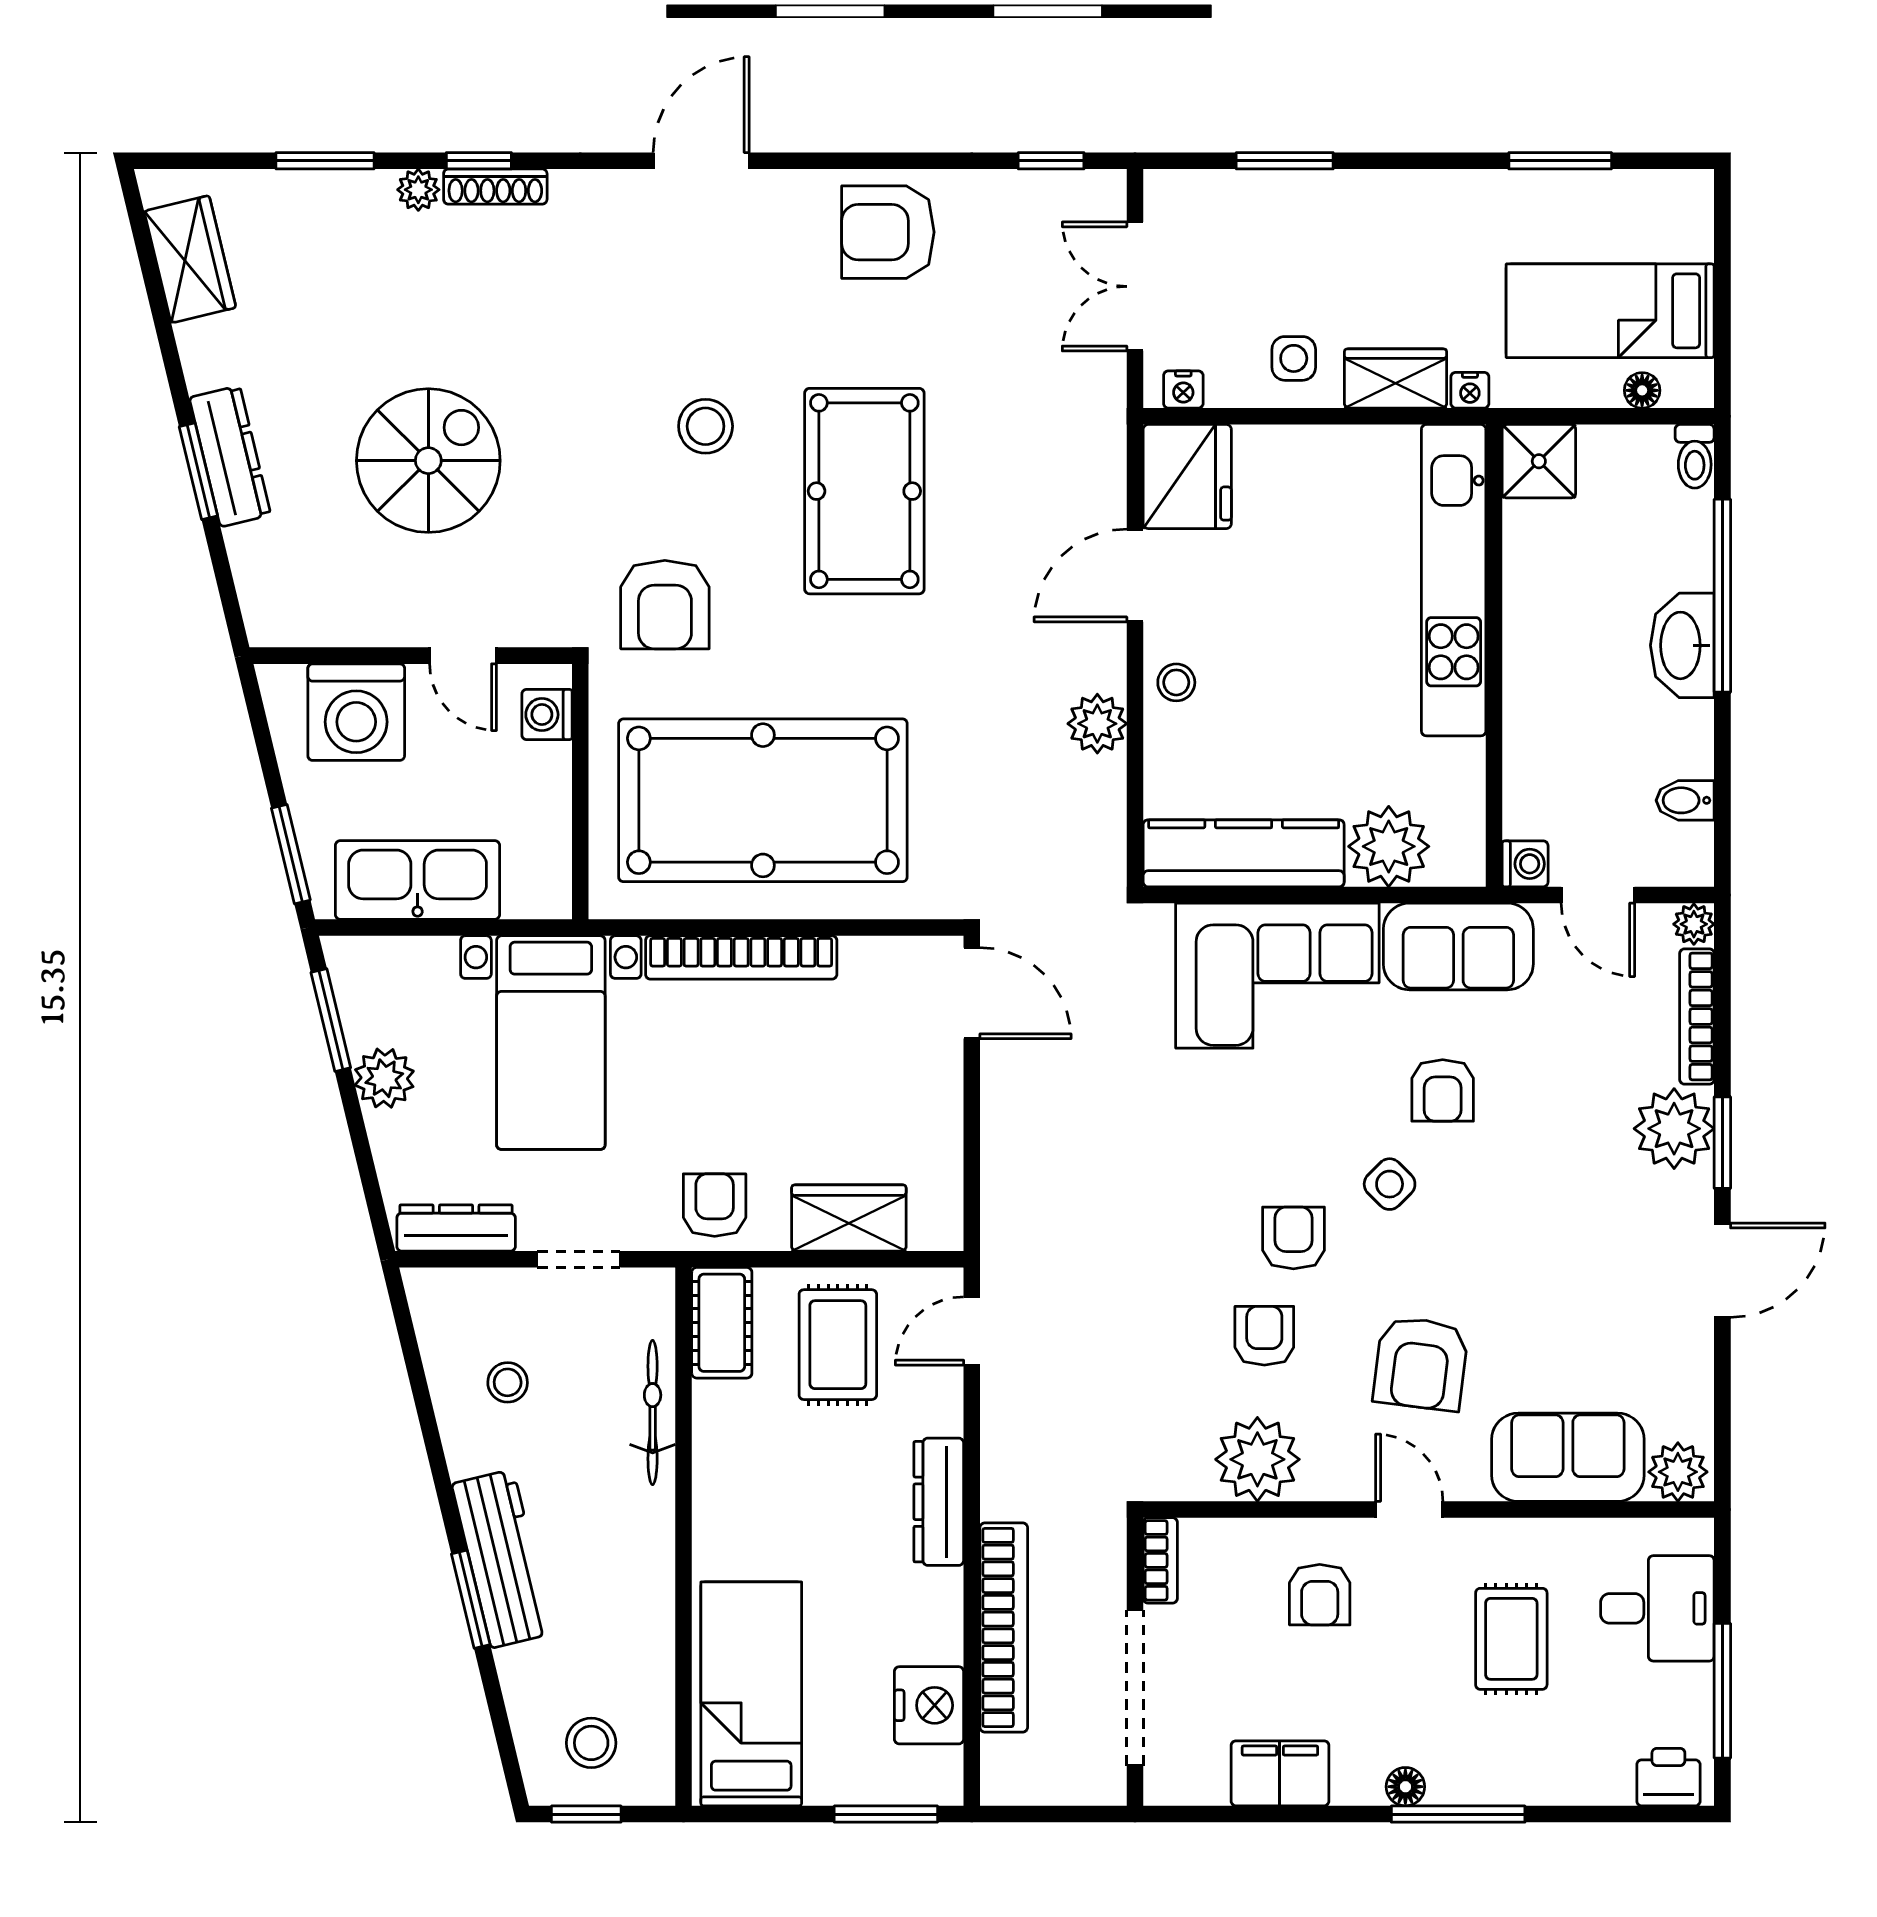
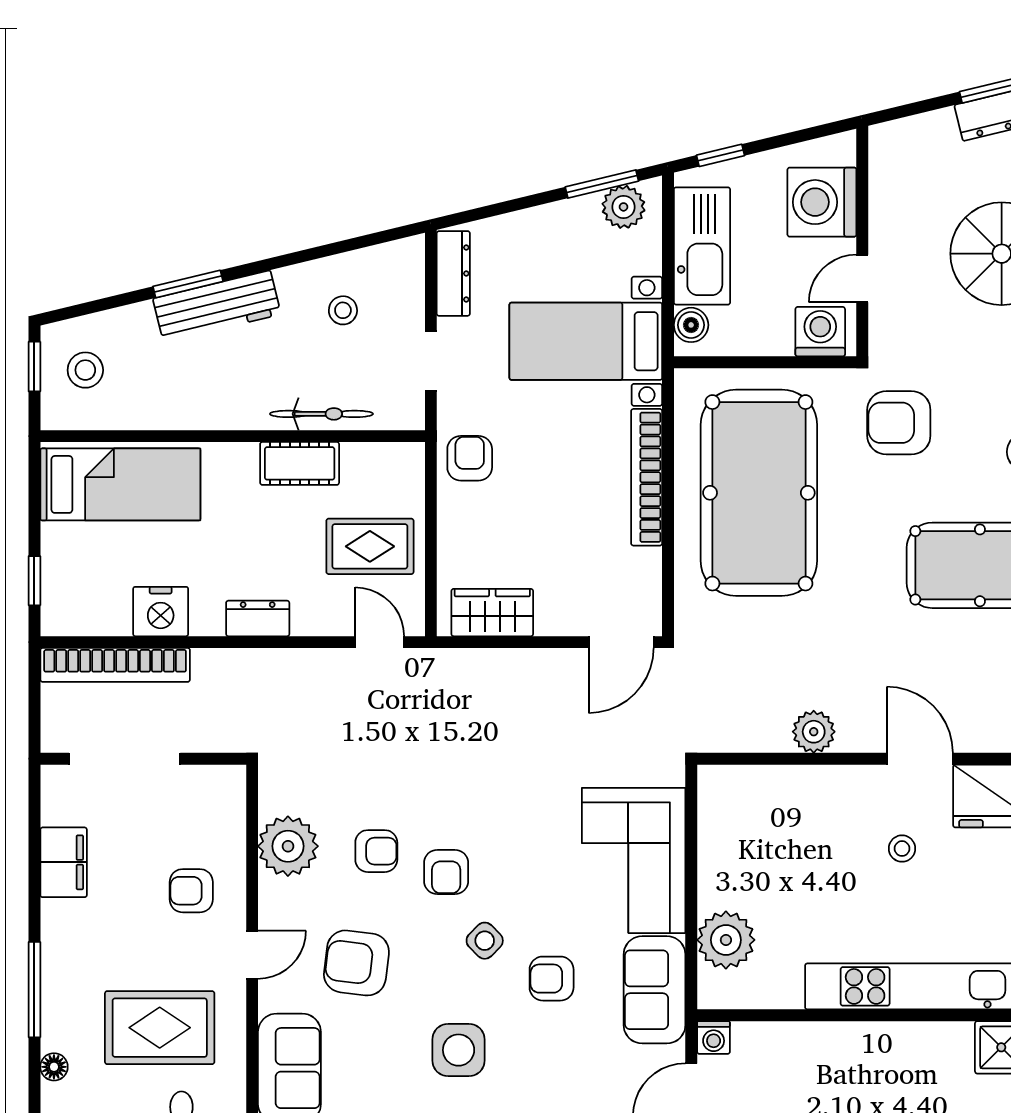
stool: (1176, 682) -> (902, 849), moved
washing machine: (547, 715) -> (820, 332), width x1.38, depth x1.38
kitchen counter: (1244, 853) -> (721, 836), removed
window: (291, 854) -> (720, 155), width x0.67
boiler: (528, 895) -> (691, 325), added
plant: (384, 1078) -> (624, 207), moved
armchair: (715, 1205) -> (470, 458), turned -90
wardrobe: (849, 1218) -> (492, 613), moved, turned -90
side table: (1543, 1221) -> (459, 1050), added
armchair: (1293, 1238) -> (446, 872), turned 90
cot: (722, 1323) -> (300, 463), moved
dresser: (939, 1502) -> (258, 618), width x0.70
bookcase: (1160, 1560) -> (216, 777), removed
bookcase: (1004, 1627) -> (115, 665), moved
rug: (1511, 1639) -> (160, 1028), width x1.36, depth x1.43
nightstand: (929, 1705) -> (161, 612), moved
floor lamp: (1405, 1787) -> (54, 1067), moved
window: (886, 1814) -> (34, 581), width x0.67

